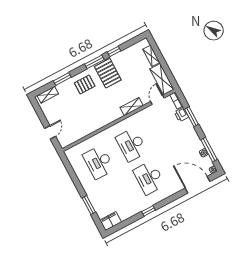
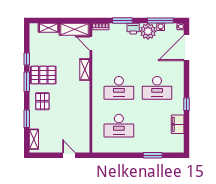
printer: (181, 115) -> (133, 29), moved
plant: (194, 144) -> (148, 31), added
filing cabinet: (111, 221) -> (178, 124), moved

